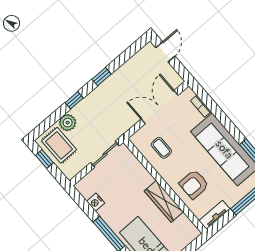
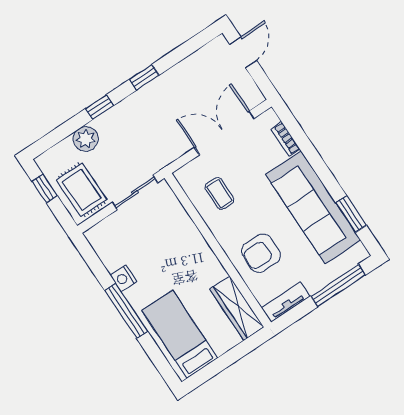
rug: (59, 145) -> (82, 190), moved
wardrobe: (164, 201) -> (237, 308), moved
nightstand: (96, 202) -> (123, 278), moved

